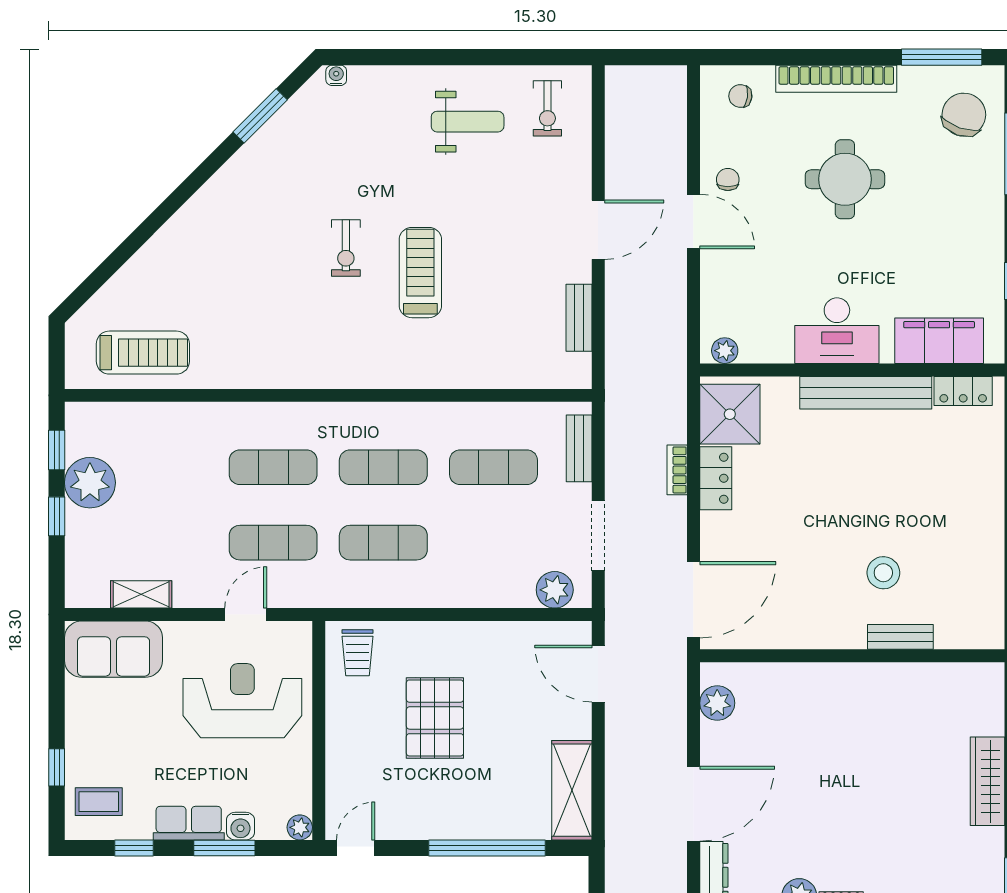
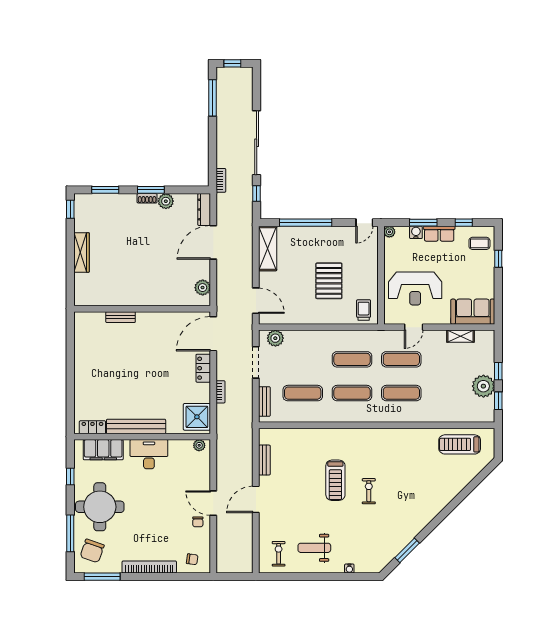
water cooler: (336, 75) -> (349, 569), moved
round table: (845, 179) -> (100, 507), moved, width x1.36, depth x1.36
locker: (716, 478) -> (203, 368), moved
stool: (883, 573) -> (128, 346), removed

